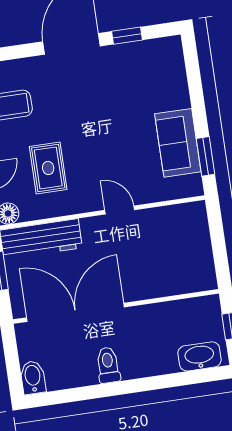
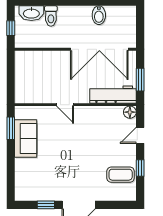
rug: (48, 168) -> (103, 135), removed
toilet: (108, 365) -> (51, 16), moved
bidet: (33, 378) -> (99, 15), moved

